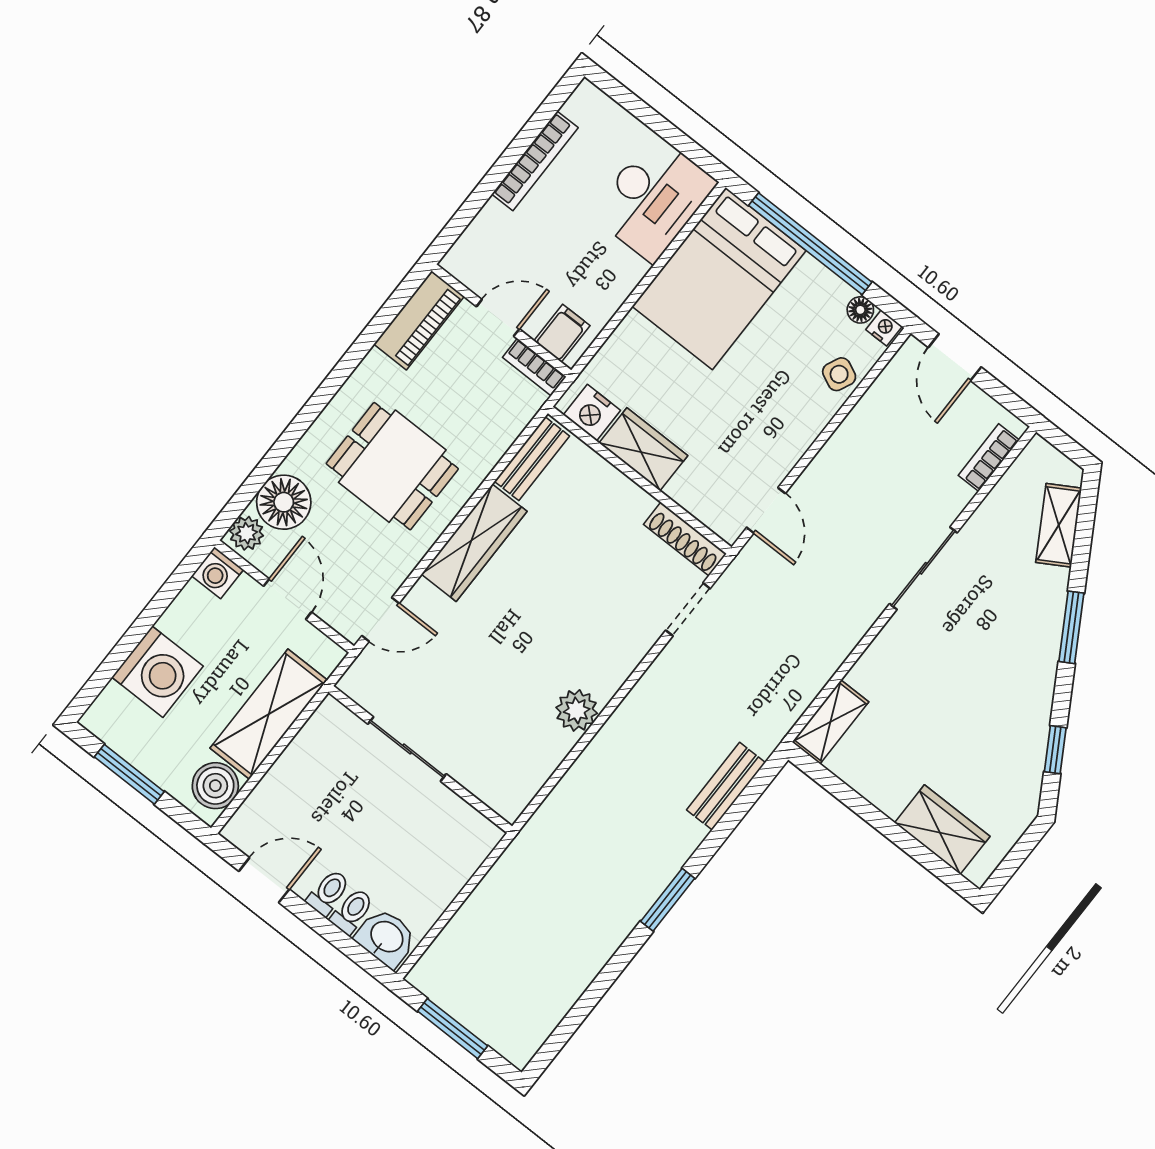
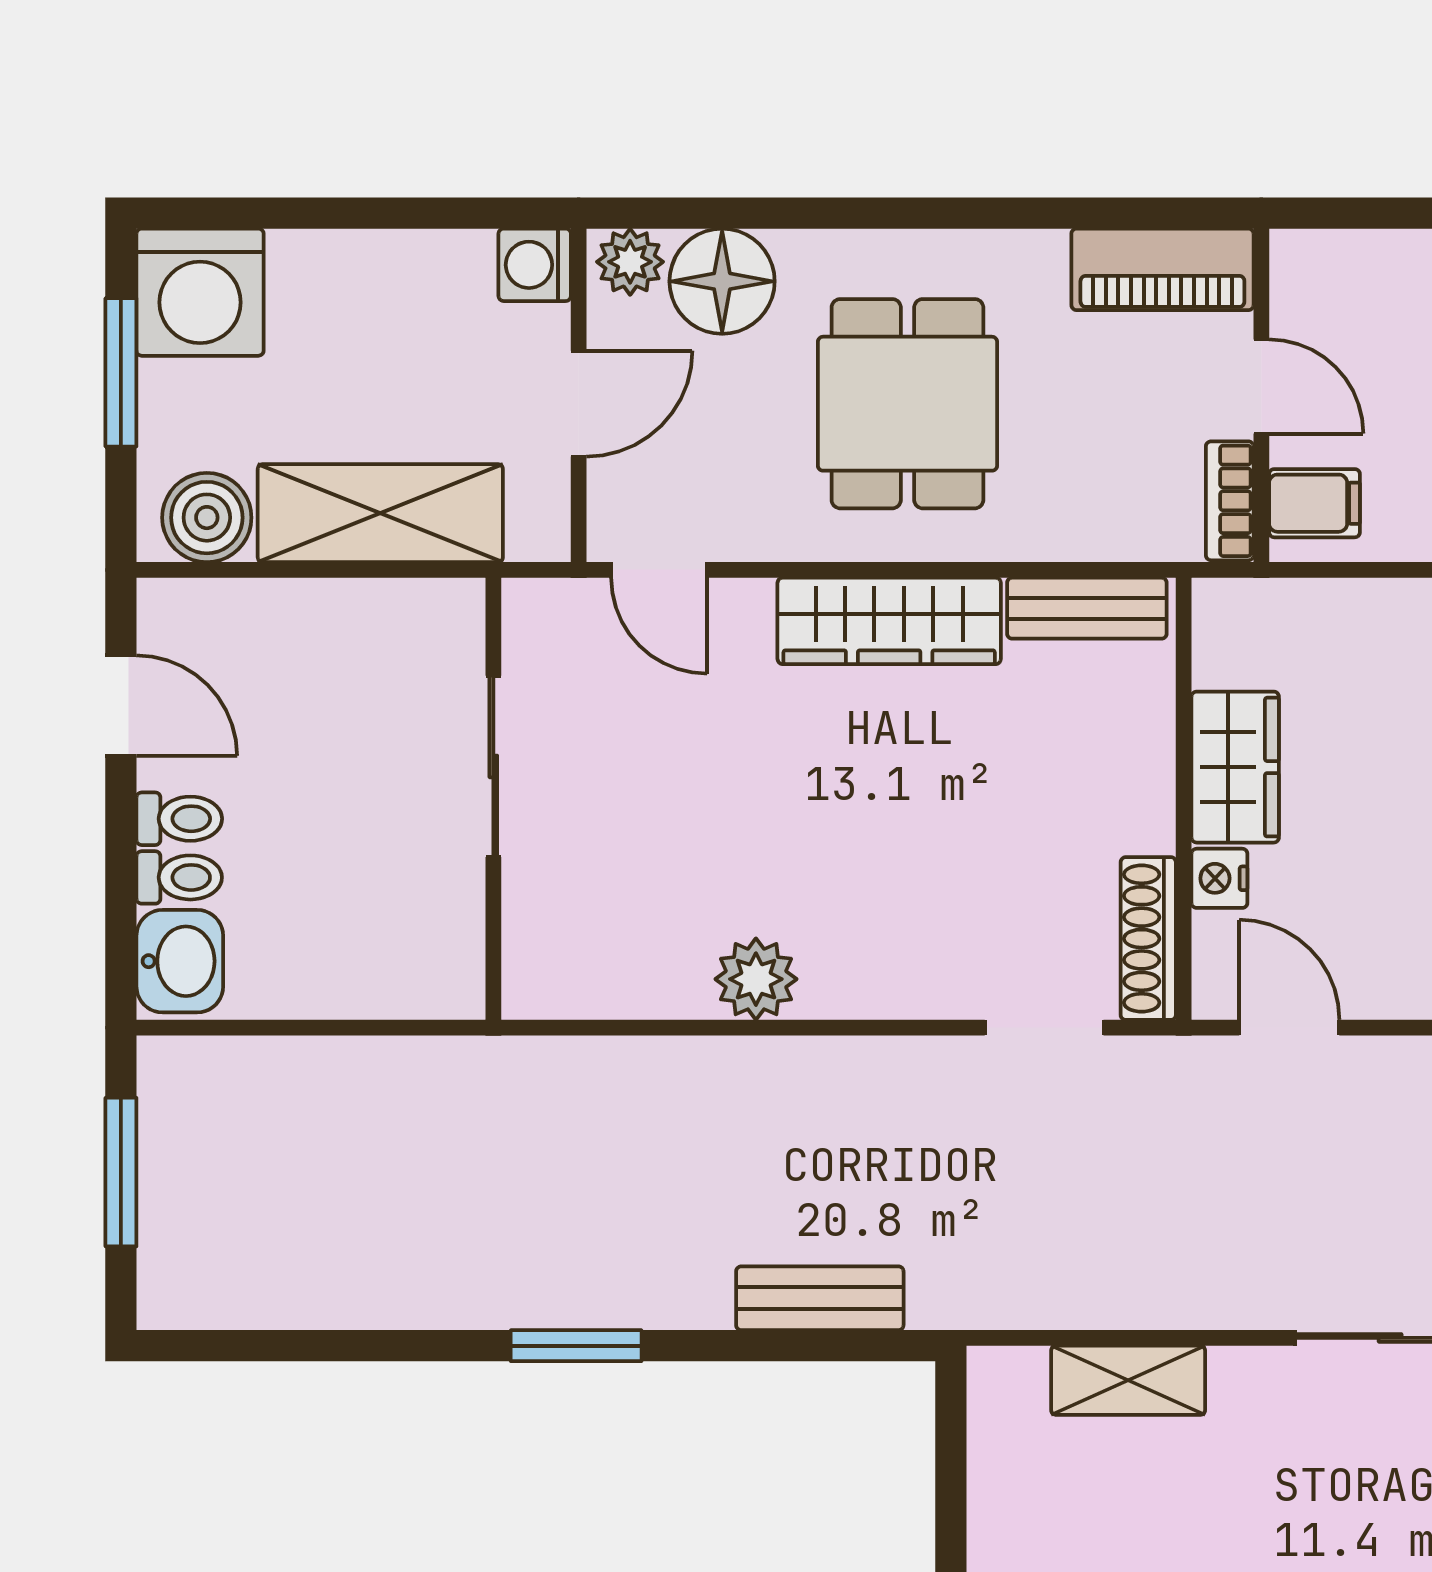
nightstand: (592, 413) -> (1219, 878), moved, width x0.72, depth x0.74
door: (766, 510) -> (1289, 1028), swing flipped
washing machine: (157, 672) -> (200, 292), moved
shelving: (830, 722) -> (1128, 1380), moved

